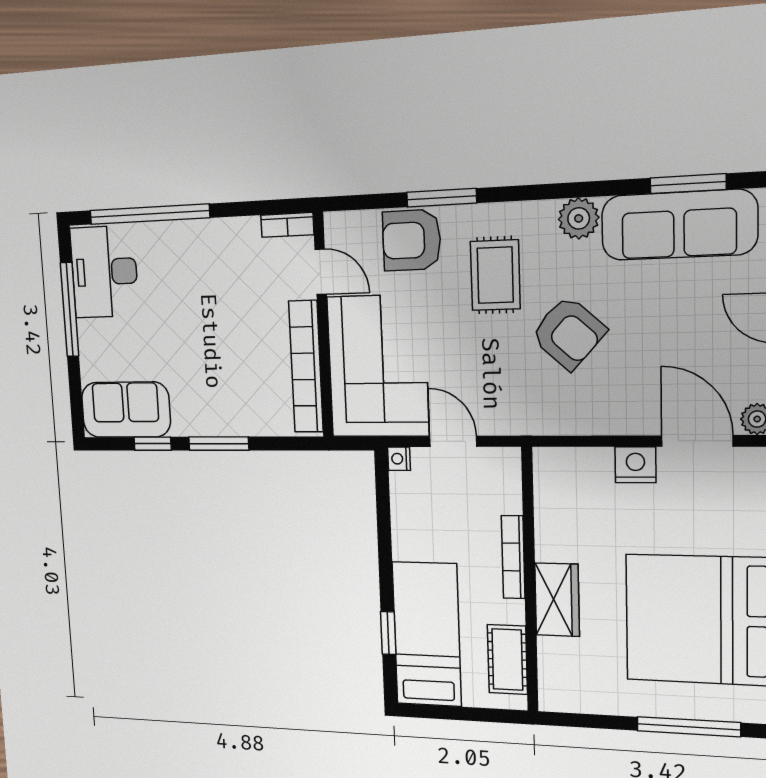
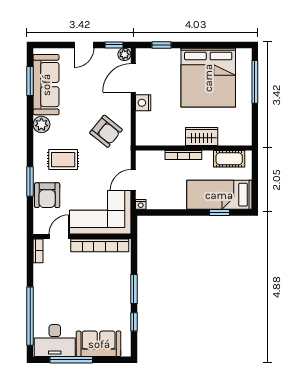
armchair: (568, 333) -> (106, 131), moved, turned 87
sofa: (126, 410) -> (99, 344), moved, turned 90

